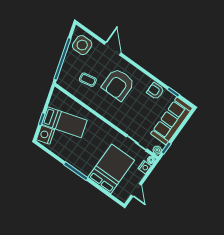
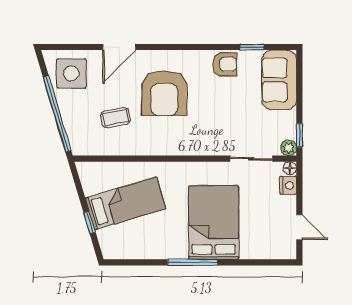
door: (113, 49) -> (119, 47), swing flipped
armchair: (155, 91) -> (225, 64), turned 180
sofa: (172, 121) -> (279, 80), width x0.73
nightstand: (45, 135) -> (111, 241), removed
bed: (111, 169) -> (214, 222), moved

